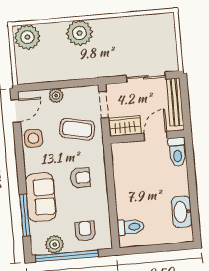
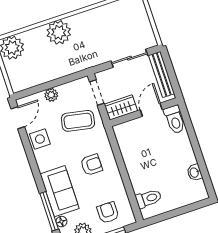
washbasin: (182, 212) -> (194, 173), width x0.52, depth x0.69
floor lamp: (35, 229) -> (61, 222), added

